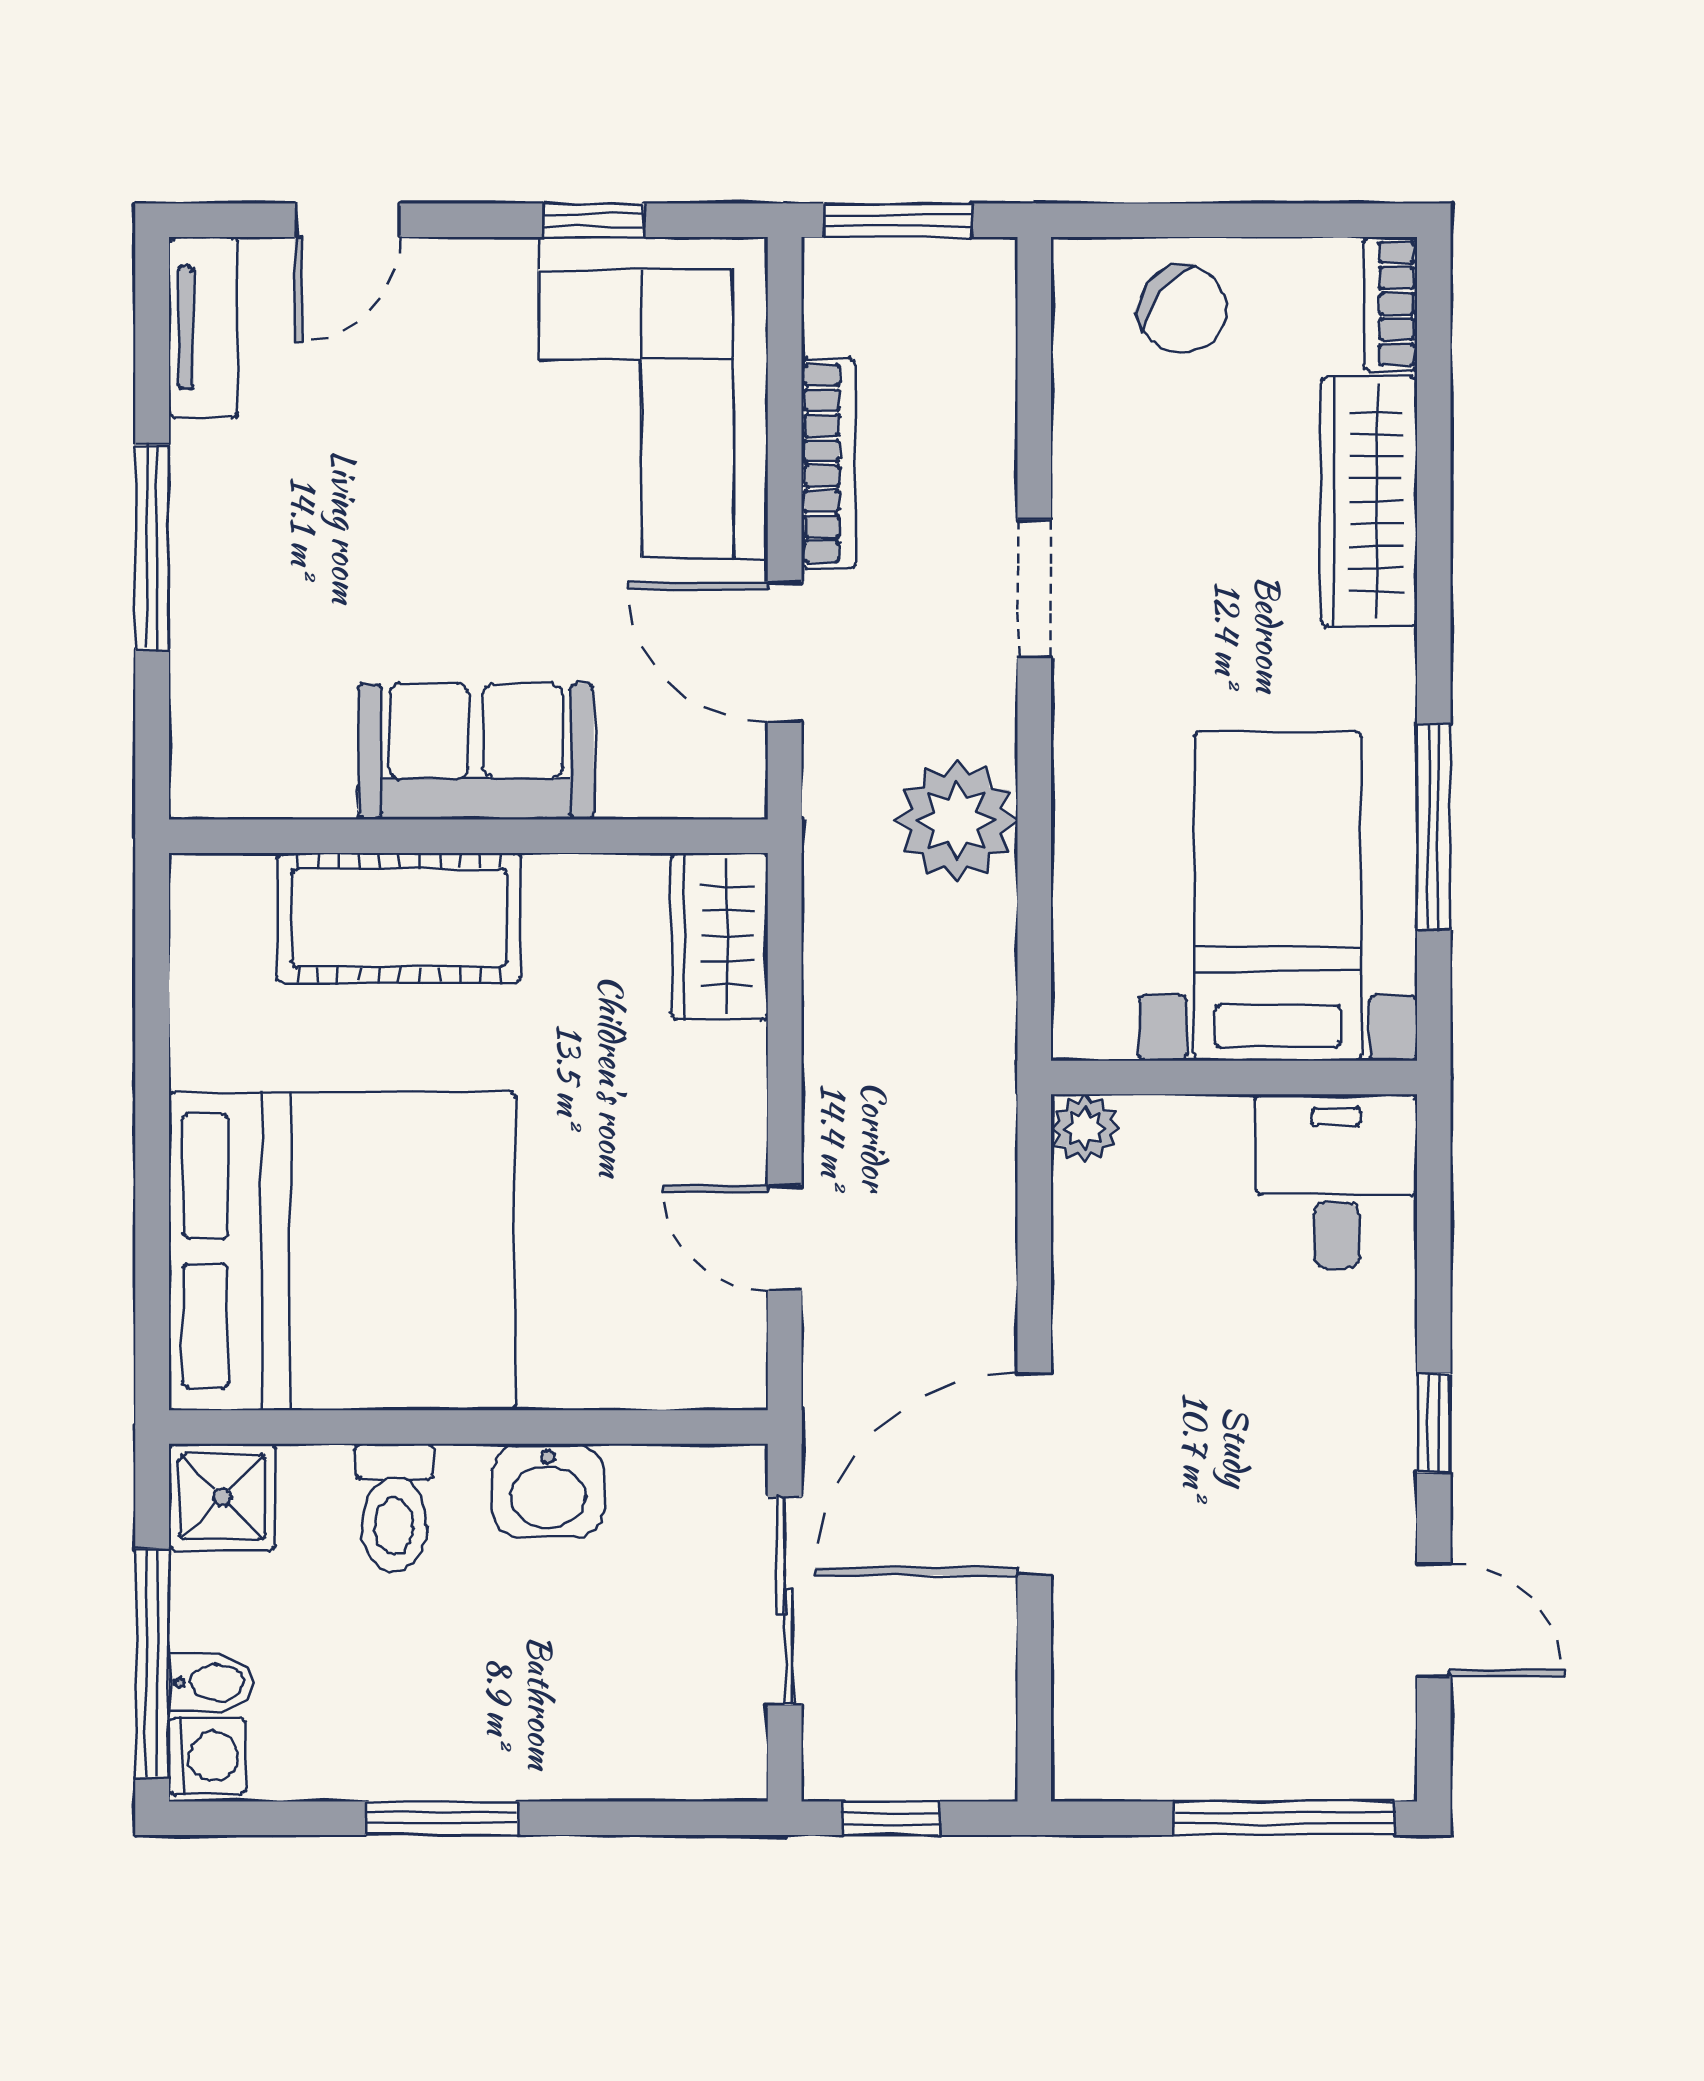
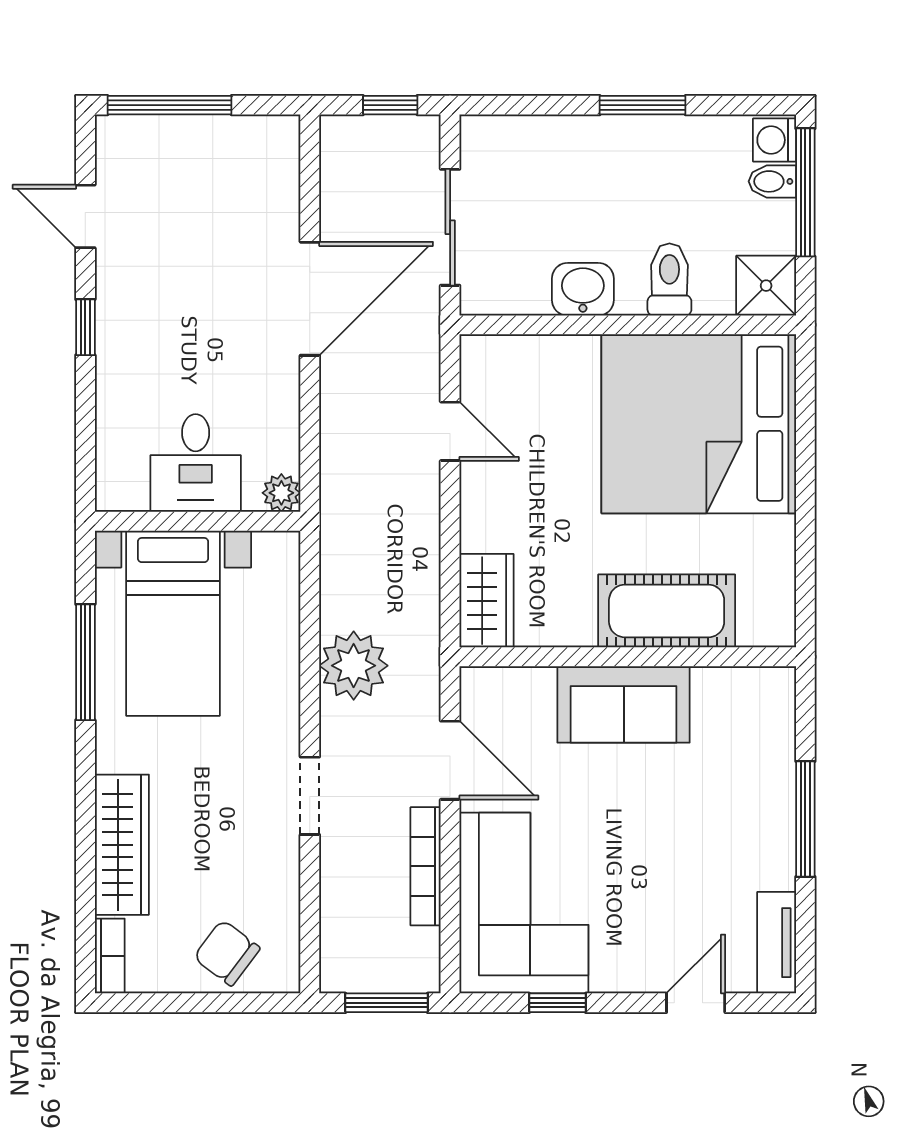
desk: (1336, 1181) -> (196, 463), moved

